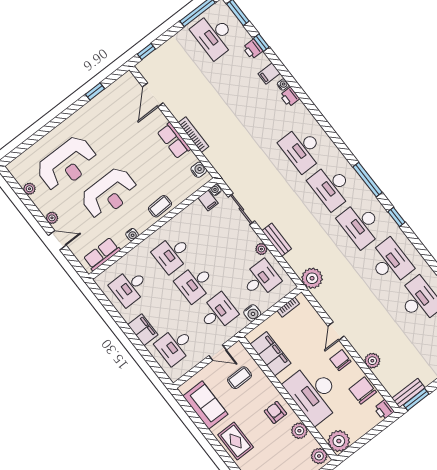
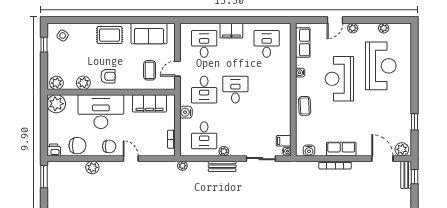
plant: (130, 83) -> (402, 149), added
reception desk: (67, 164) -> (381, 66), turned 180
desk: (172, 254) -> (267, 90), removed
plant: (312, 278) -> (182, 166), width x0.53, depth x0.53
bench: (408, 393) -> (406, 175), moved

